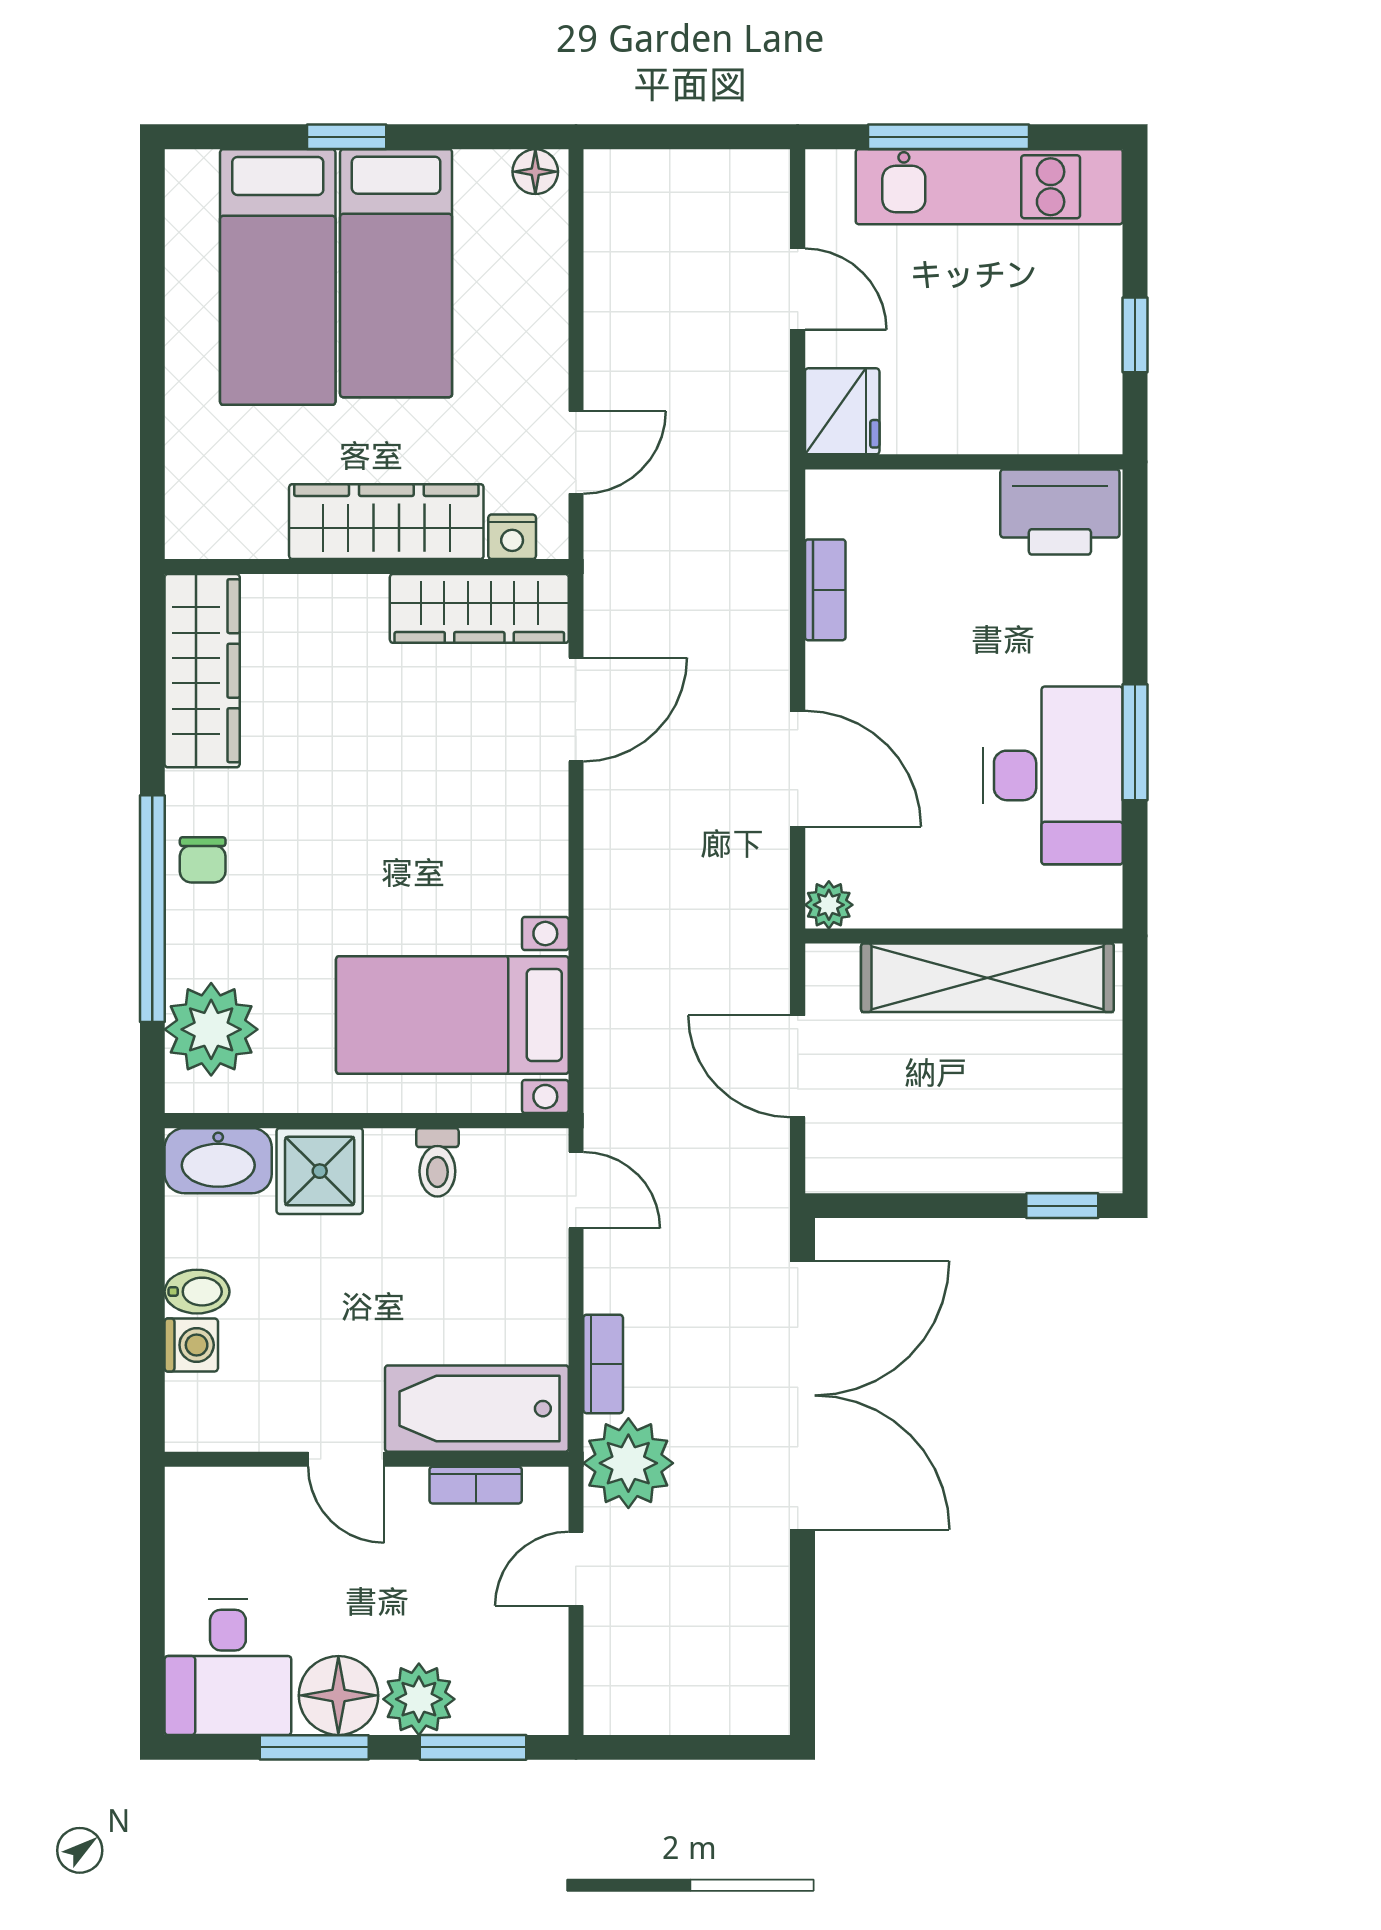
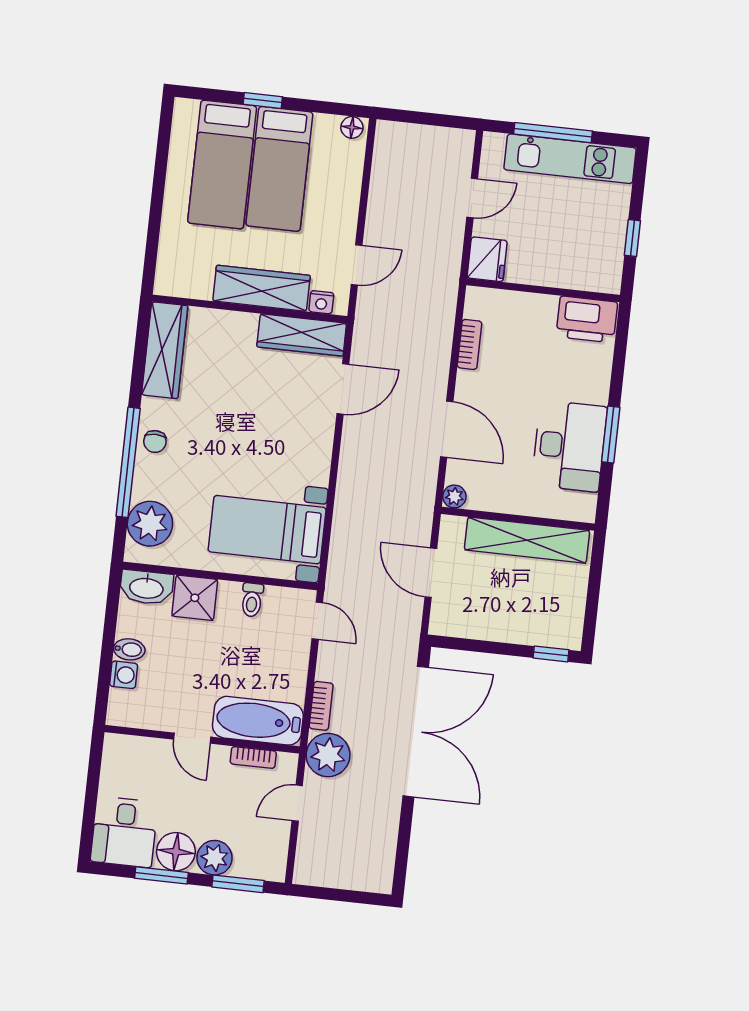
door: (798, 289) -> (472, 198), hinge flipped

